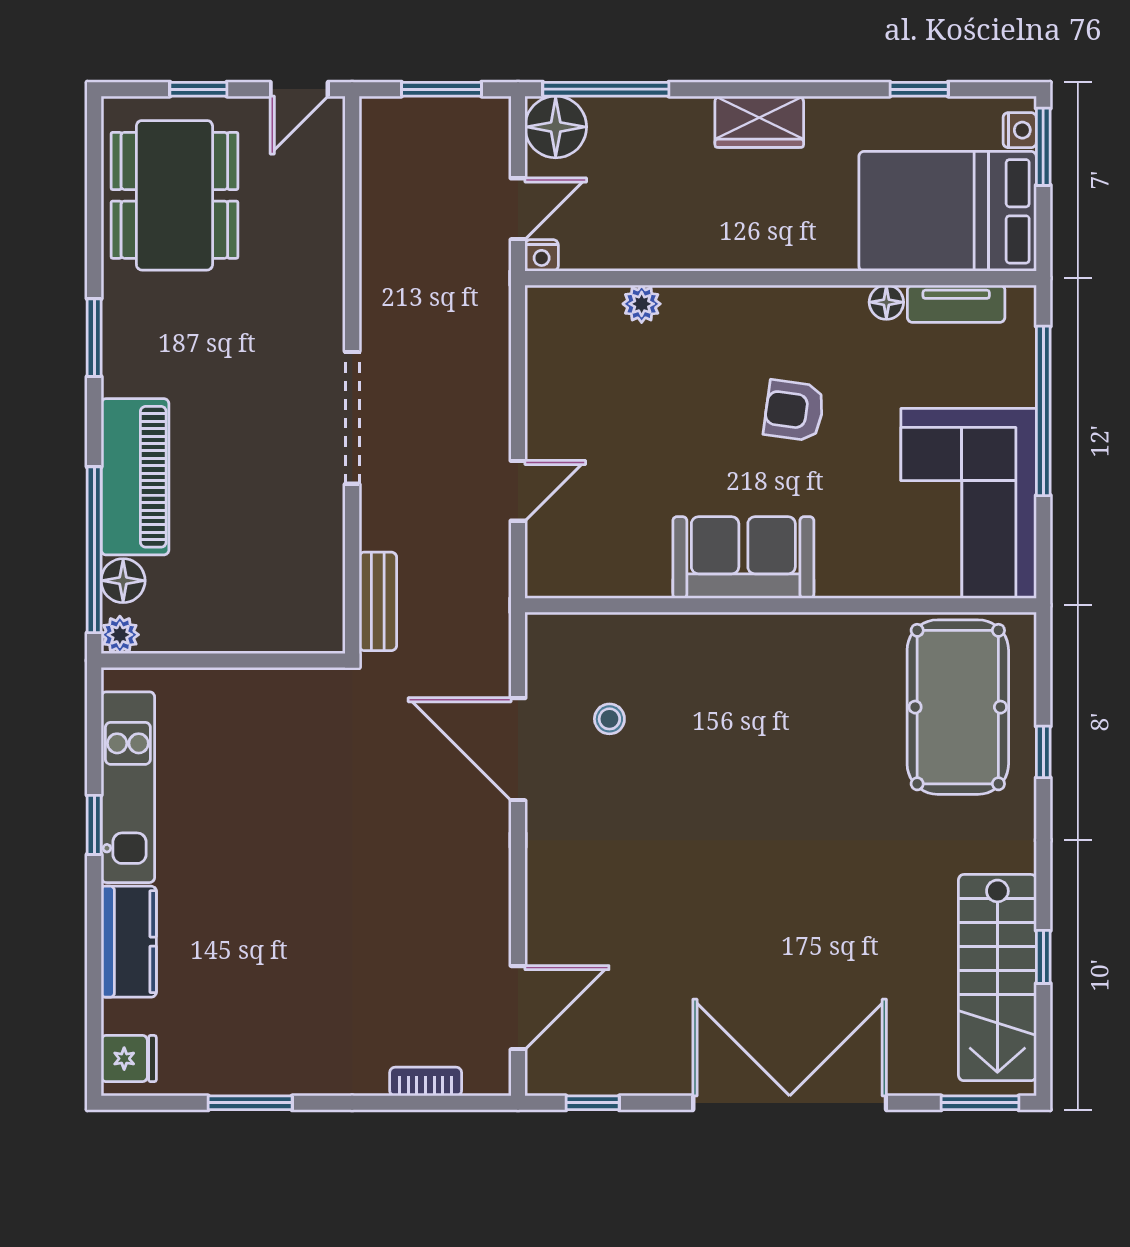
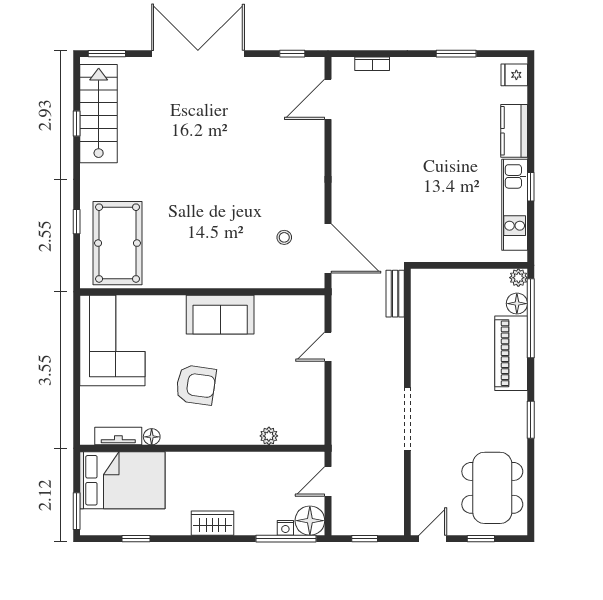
window: (441, 89) -> (365, 539), width x0.67
nightstand: (1020, 130) -> (88, 519), removed
nightstand: (542, 255) -> (285, 528), moved, turned 180
armchair: (794, 411) -> (196, 385), width x1.38, depth x1.38
window: (1043, 411) -> (77, 385), removed
doorway: (352, 418) -> (407, 419), moved
door: (518, 749) -> (328, 249), moved
double door: (790, 1103) -> (198, 54), swing flipped

